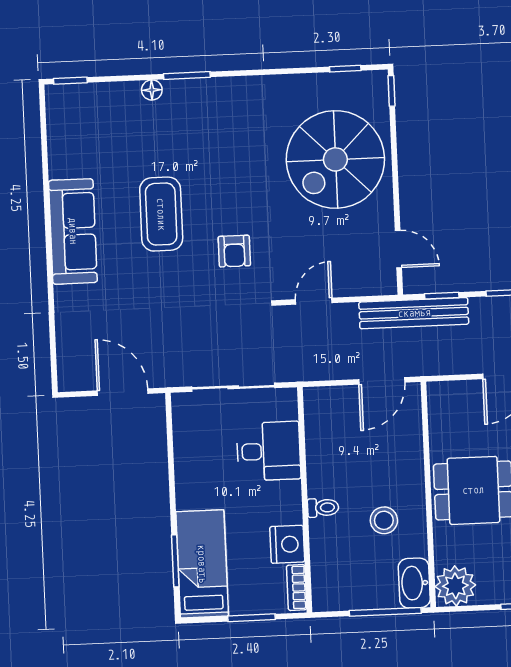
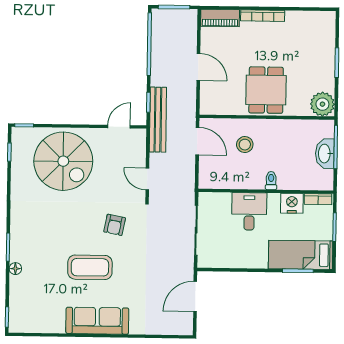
armchair: (234, 251) -> (115, 225), turned 101
desk: (269, 451) -> (249, 211), moved
stool: (384, 520) -> (245, 145), moved
washbasin: (414, 583) -> (325, 154), moved, turned 90

